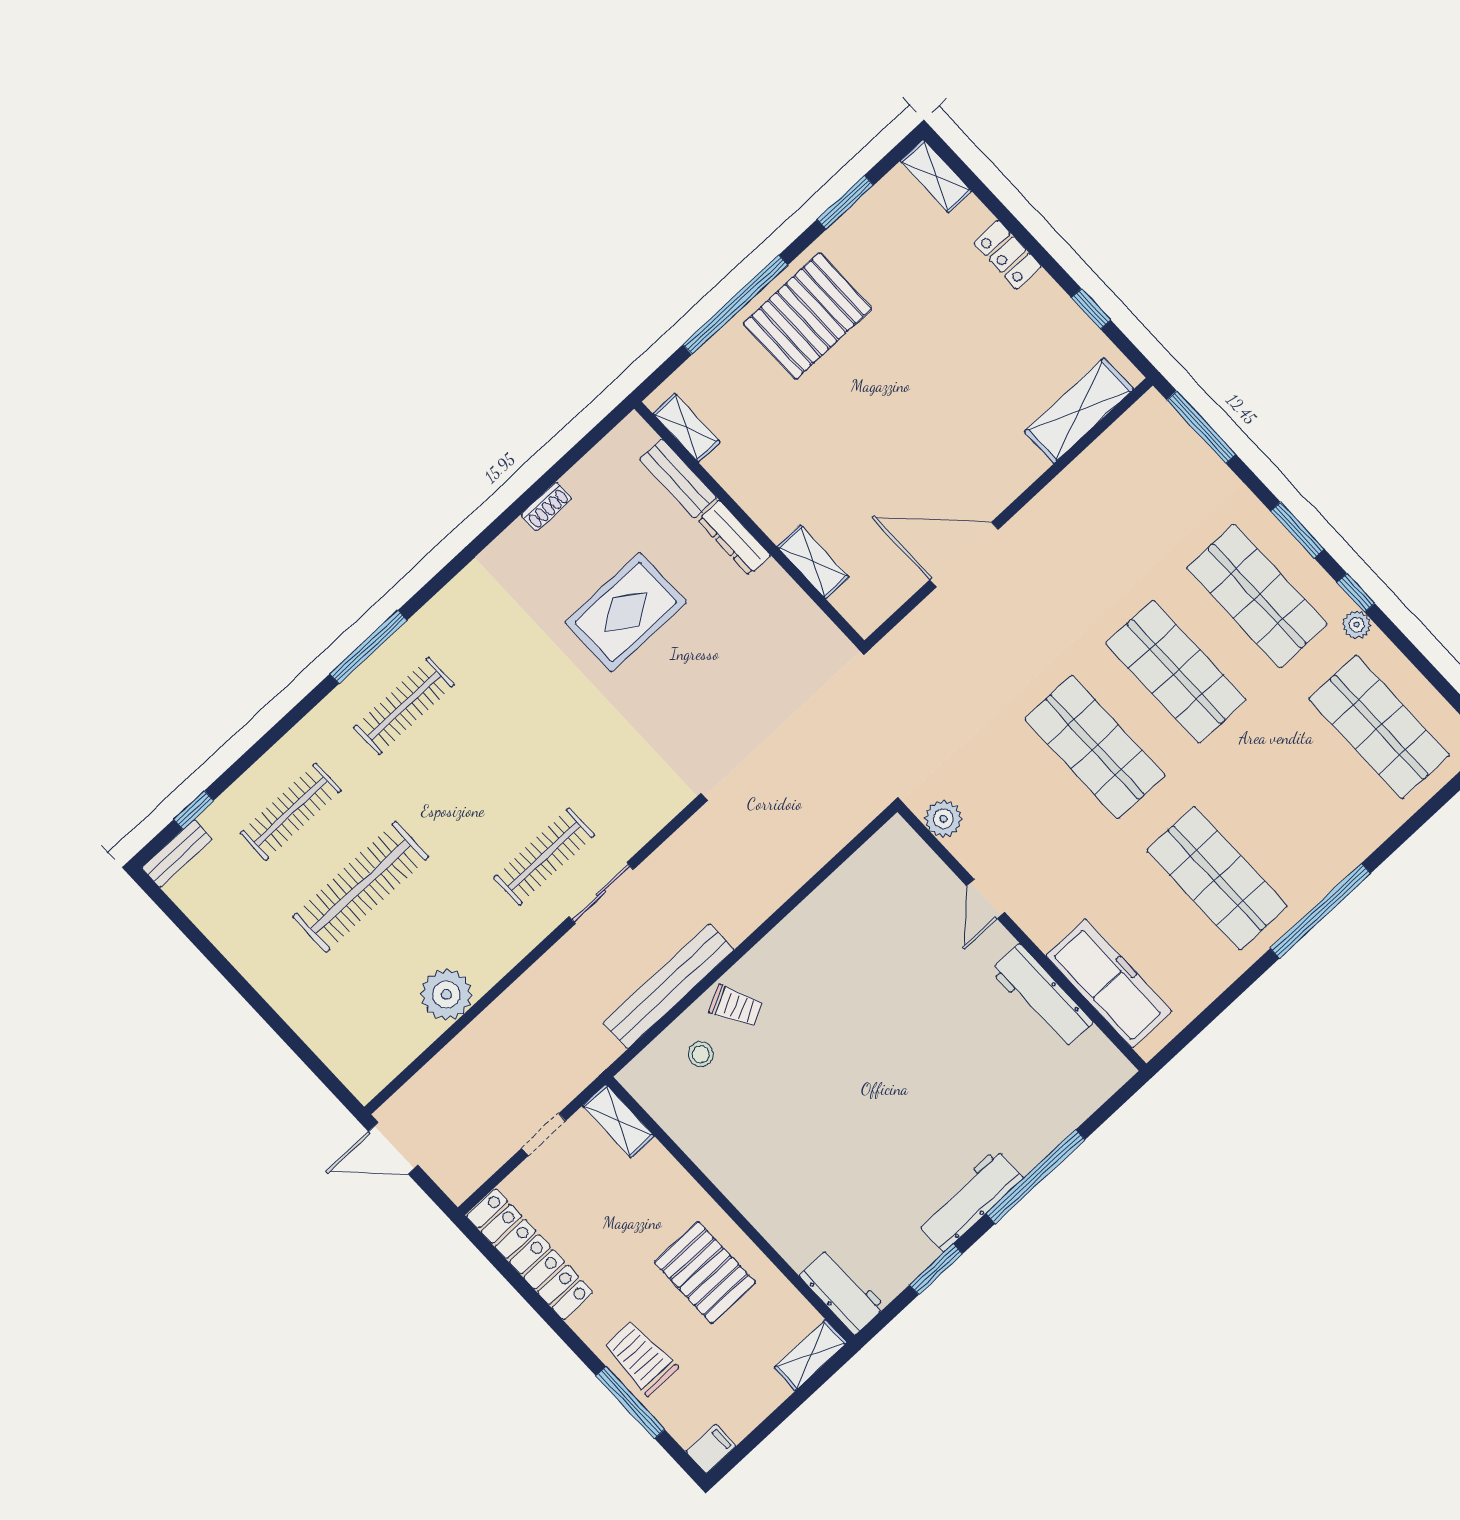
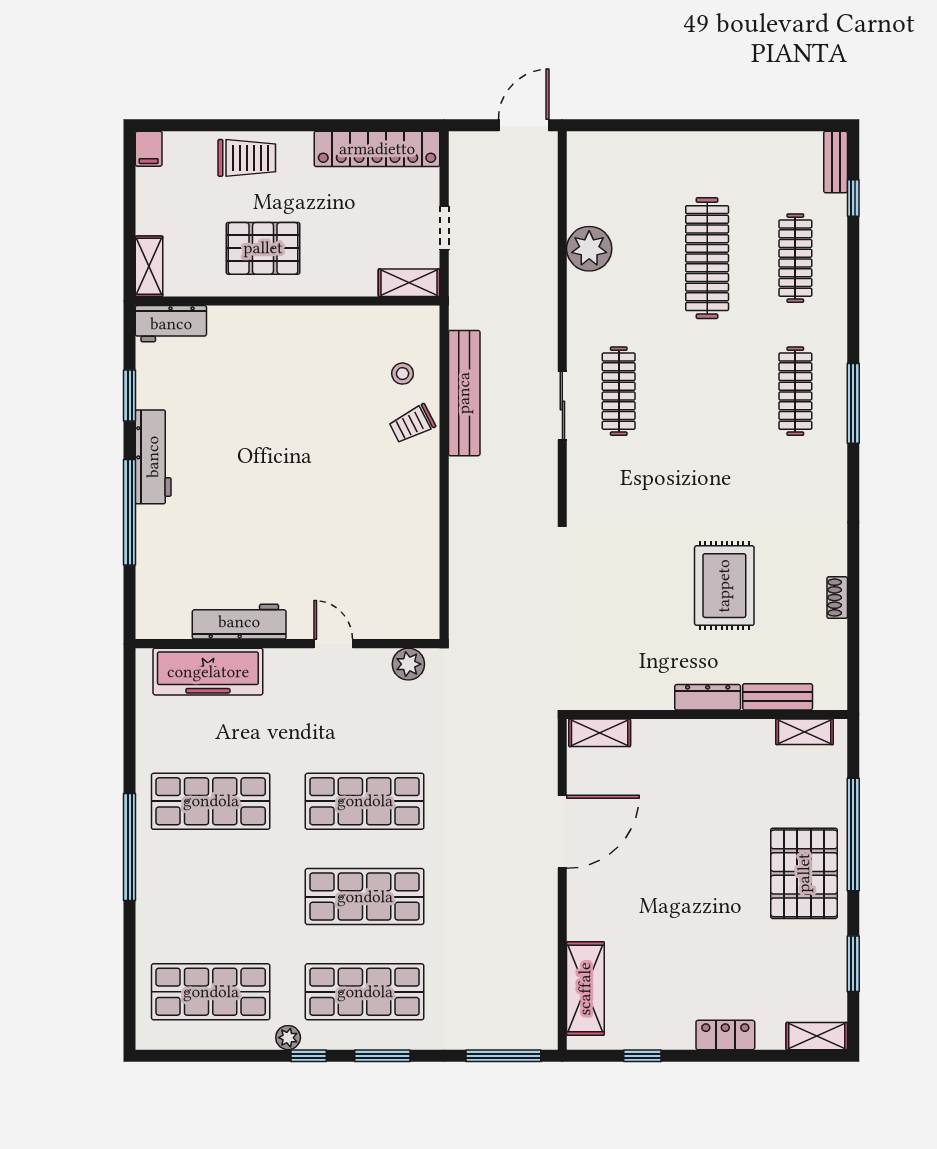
shelving: (813, 562) -> (600, 733), moved
window: (630, 1403) -> (225, 125), removed

